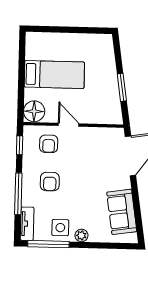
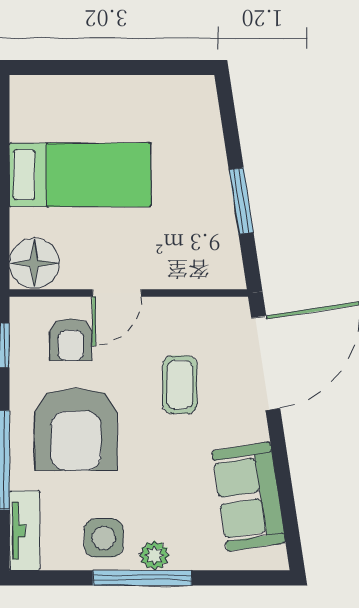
door: (69, 125) -> (117, 293), swing flipped
coffee table: (94, 164) -> (180, 385), added
armchair: (50, 182) -> (76, 429), width x1.88, depth x1.88
window: (48, 244) -> (142, 578), moved

